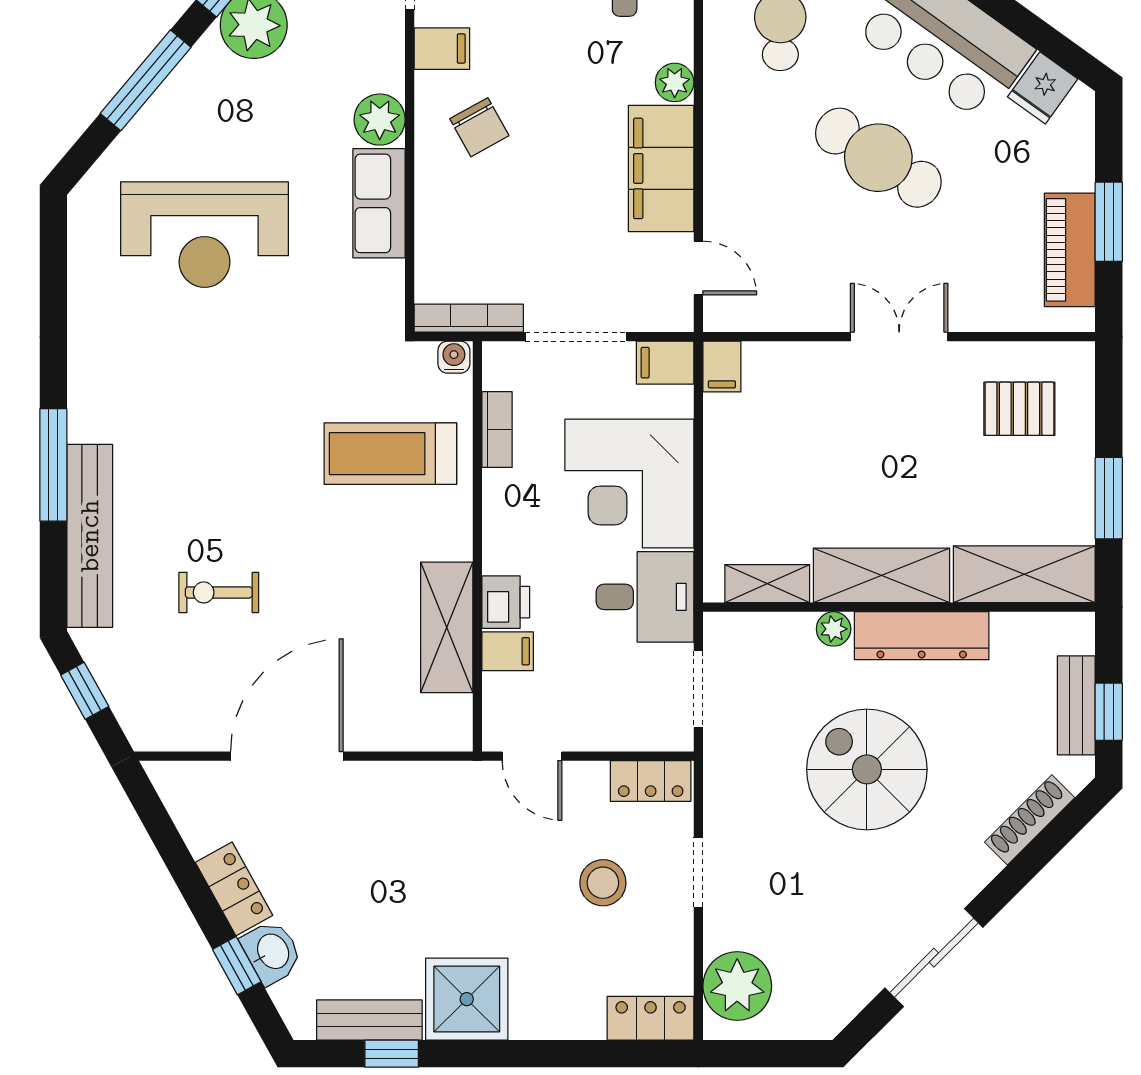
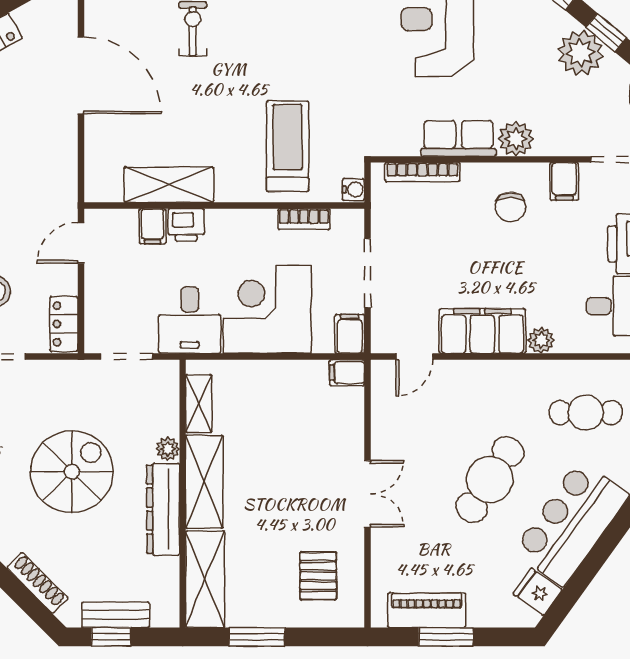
chair: (479, 127) -> (511, 207), turned -61
bookcase: (469, 318) -> (422, 172), moved, turned 90

